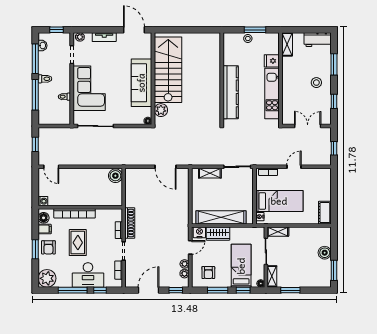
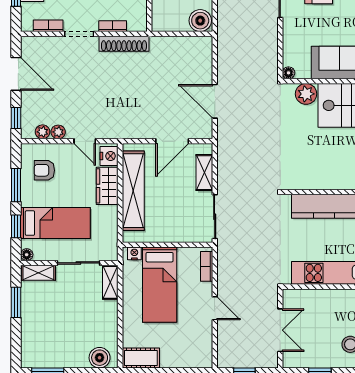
door: (166, 167) -> (215, 101), hinge flipped
door: (190, 193) -> (172, 141), added
boiler: (325, 253) -> (100, 358), moved

